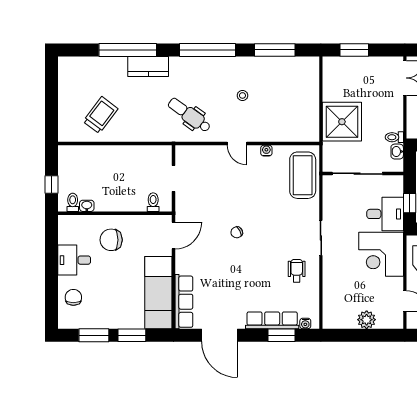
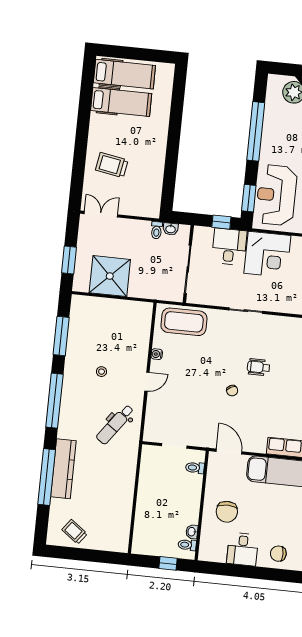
kitchen counter: (148, 66) -> (63, 469), width x1.50
trolley: (101, 115) -> (75, 532), moved, width x0.73, depth x0.72
shower: (342, 122) -> (110, 276), moved
wheelchair: (297, 271) -> (258, 367), moved

